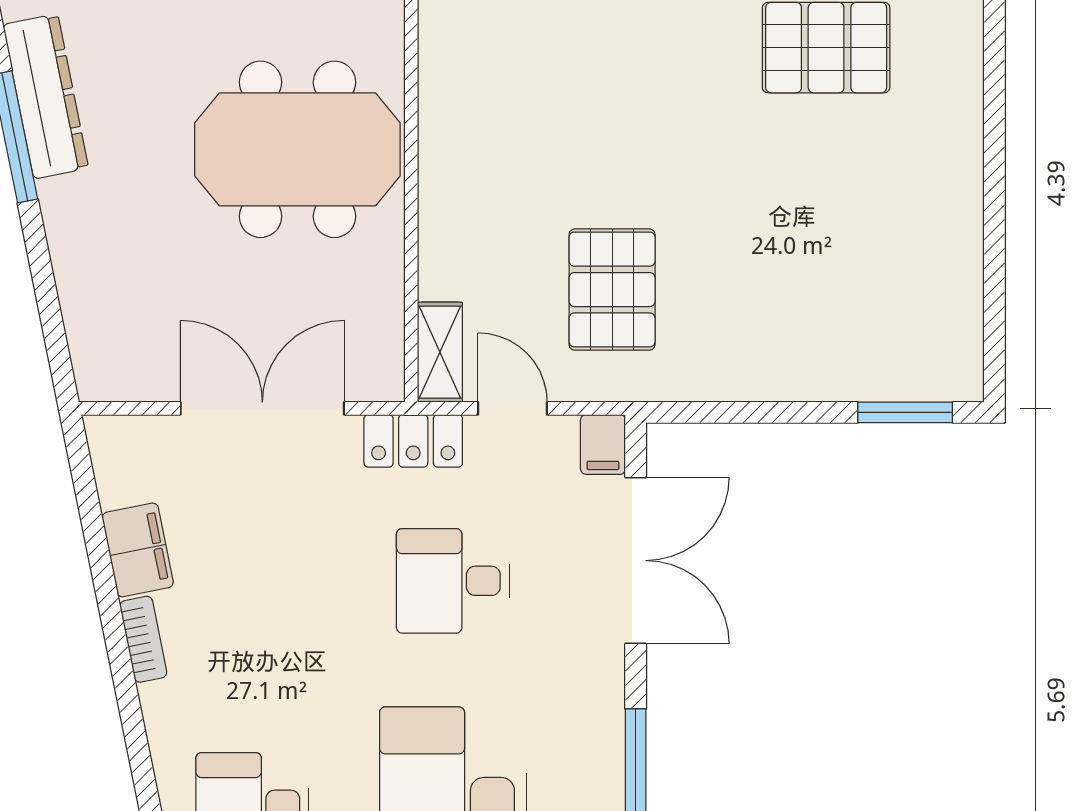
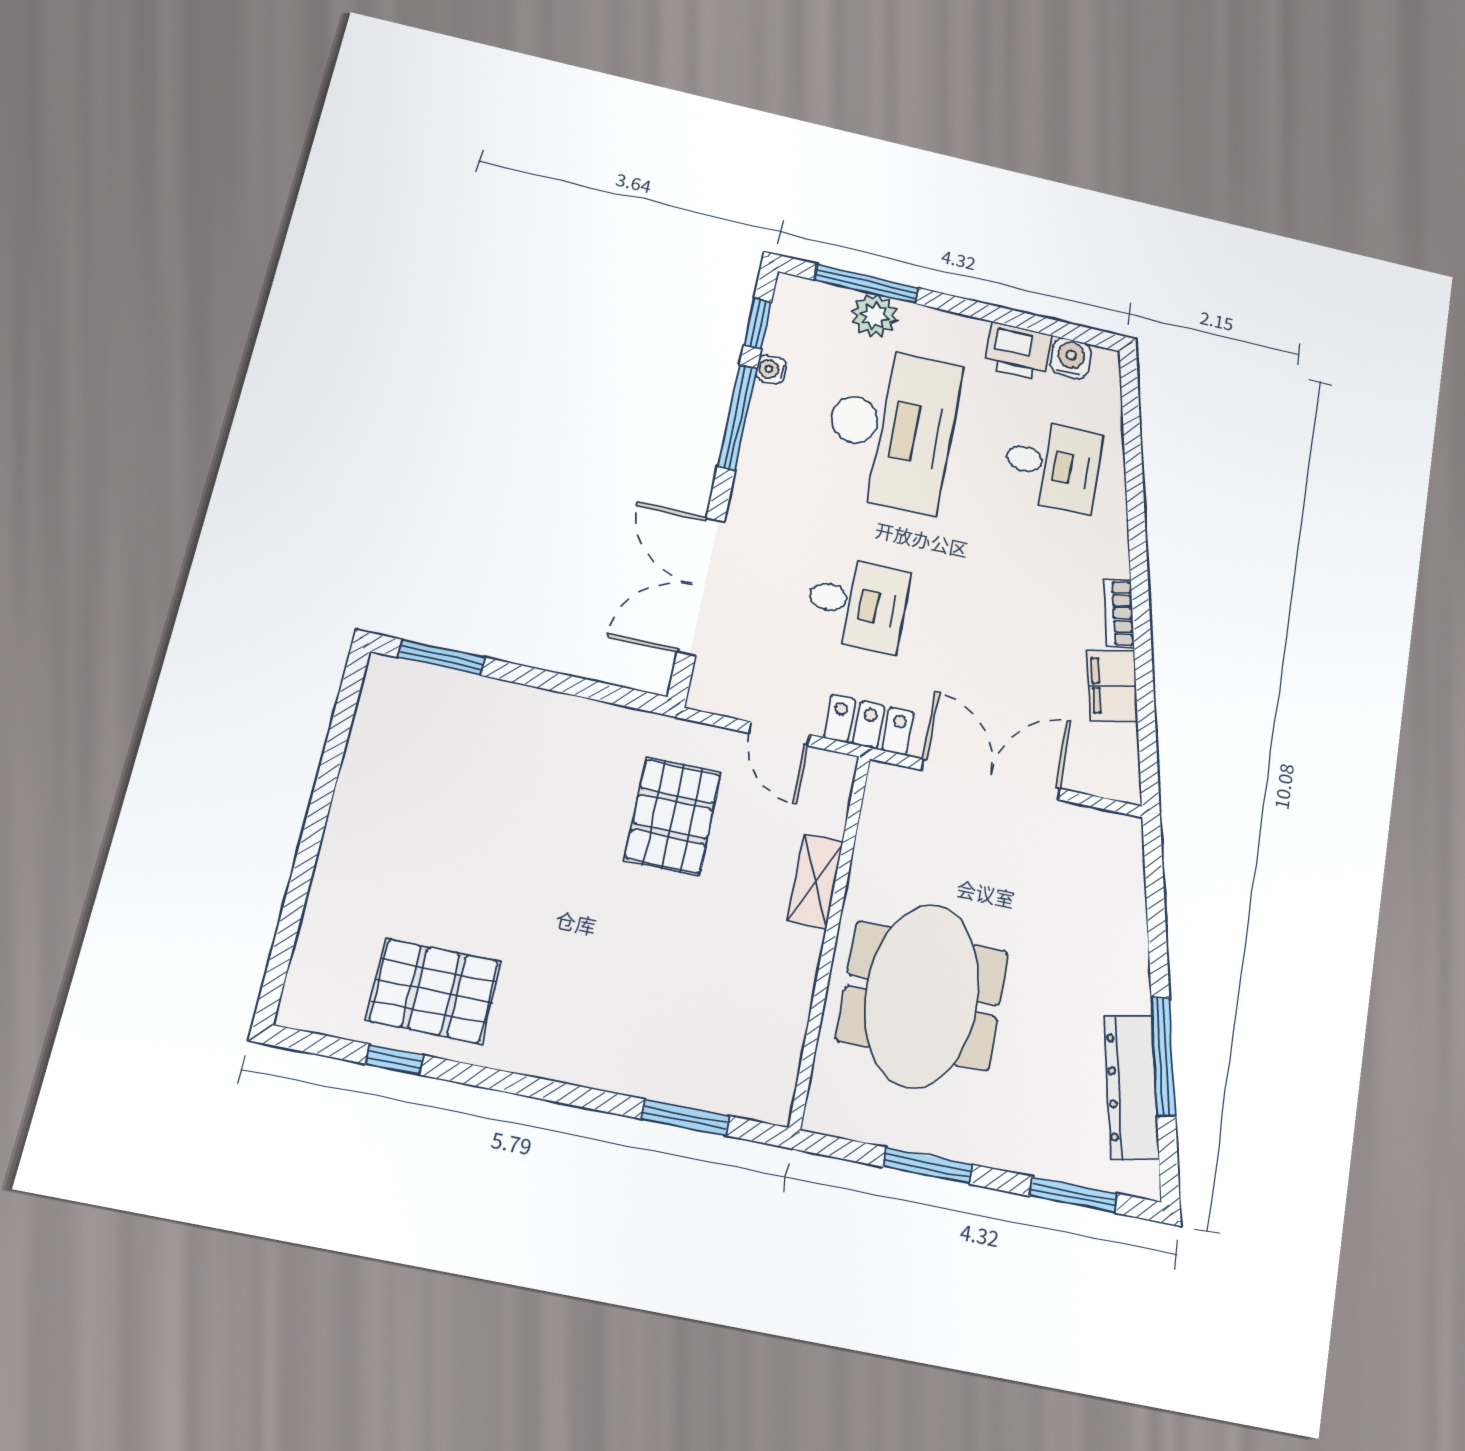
meeting table: (297, 149) -> (922, 996), turned 90
shelving: (440, 352) -> (815, 881), moved
double door: (262, 408) -> (991, 779), swing flipped
filing cabinet: (603, 444) -> (708, 687), removed

